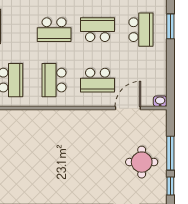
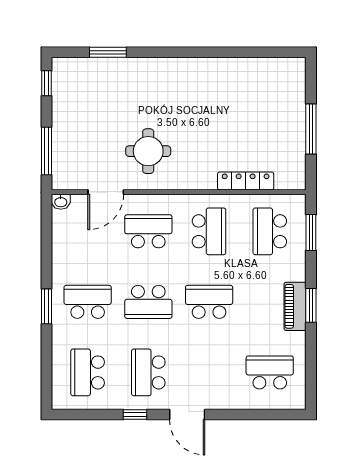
school desk: (141, 30) -> (88, 302), turned 90
locker: (28, 116) -> (246, 181), added
window: (170, 153) -> (46, 151), moved
round table: (142, 162) -> (148, 151), moved

